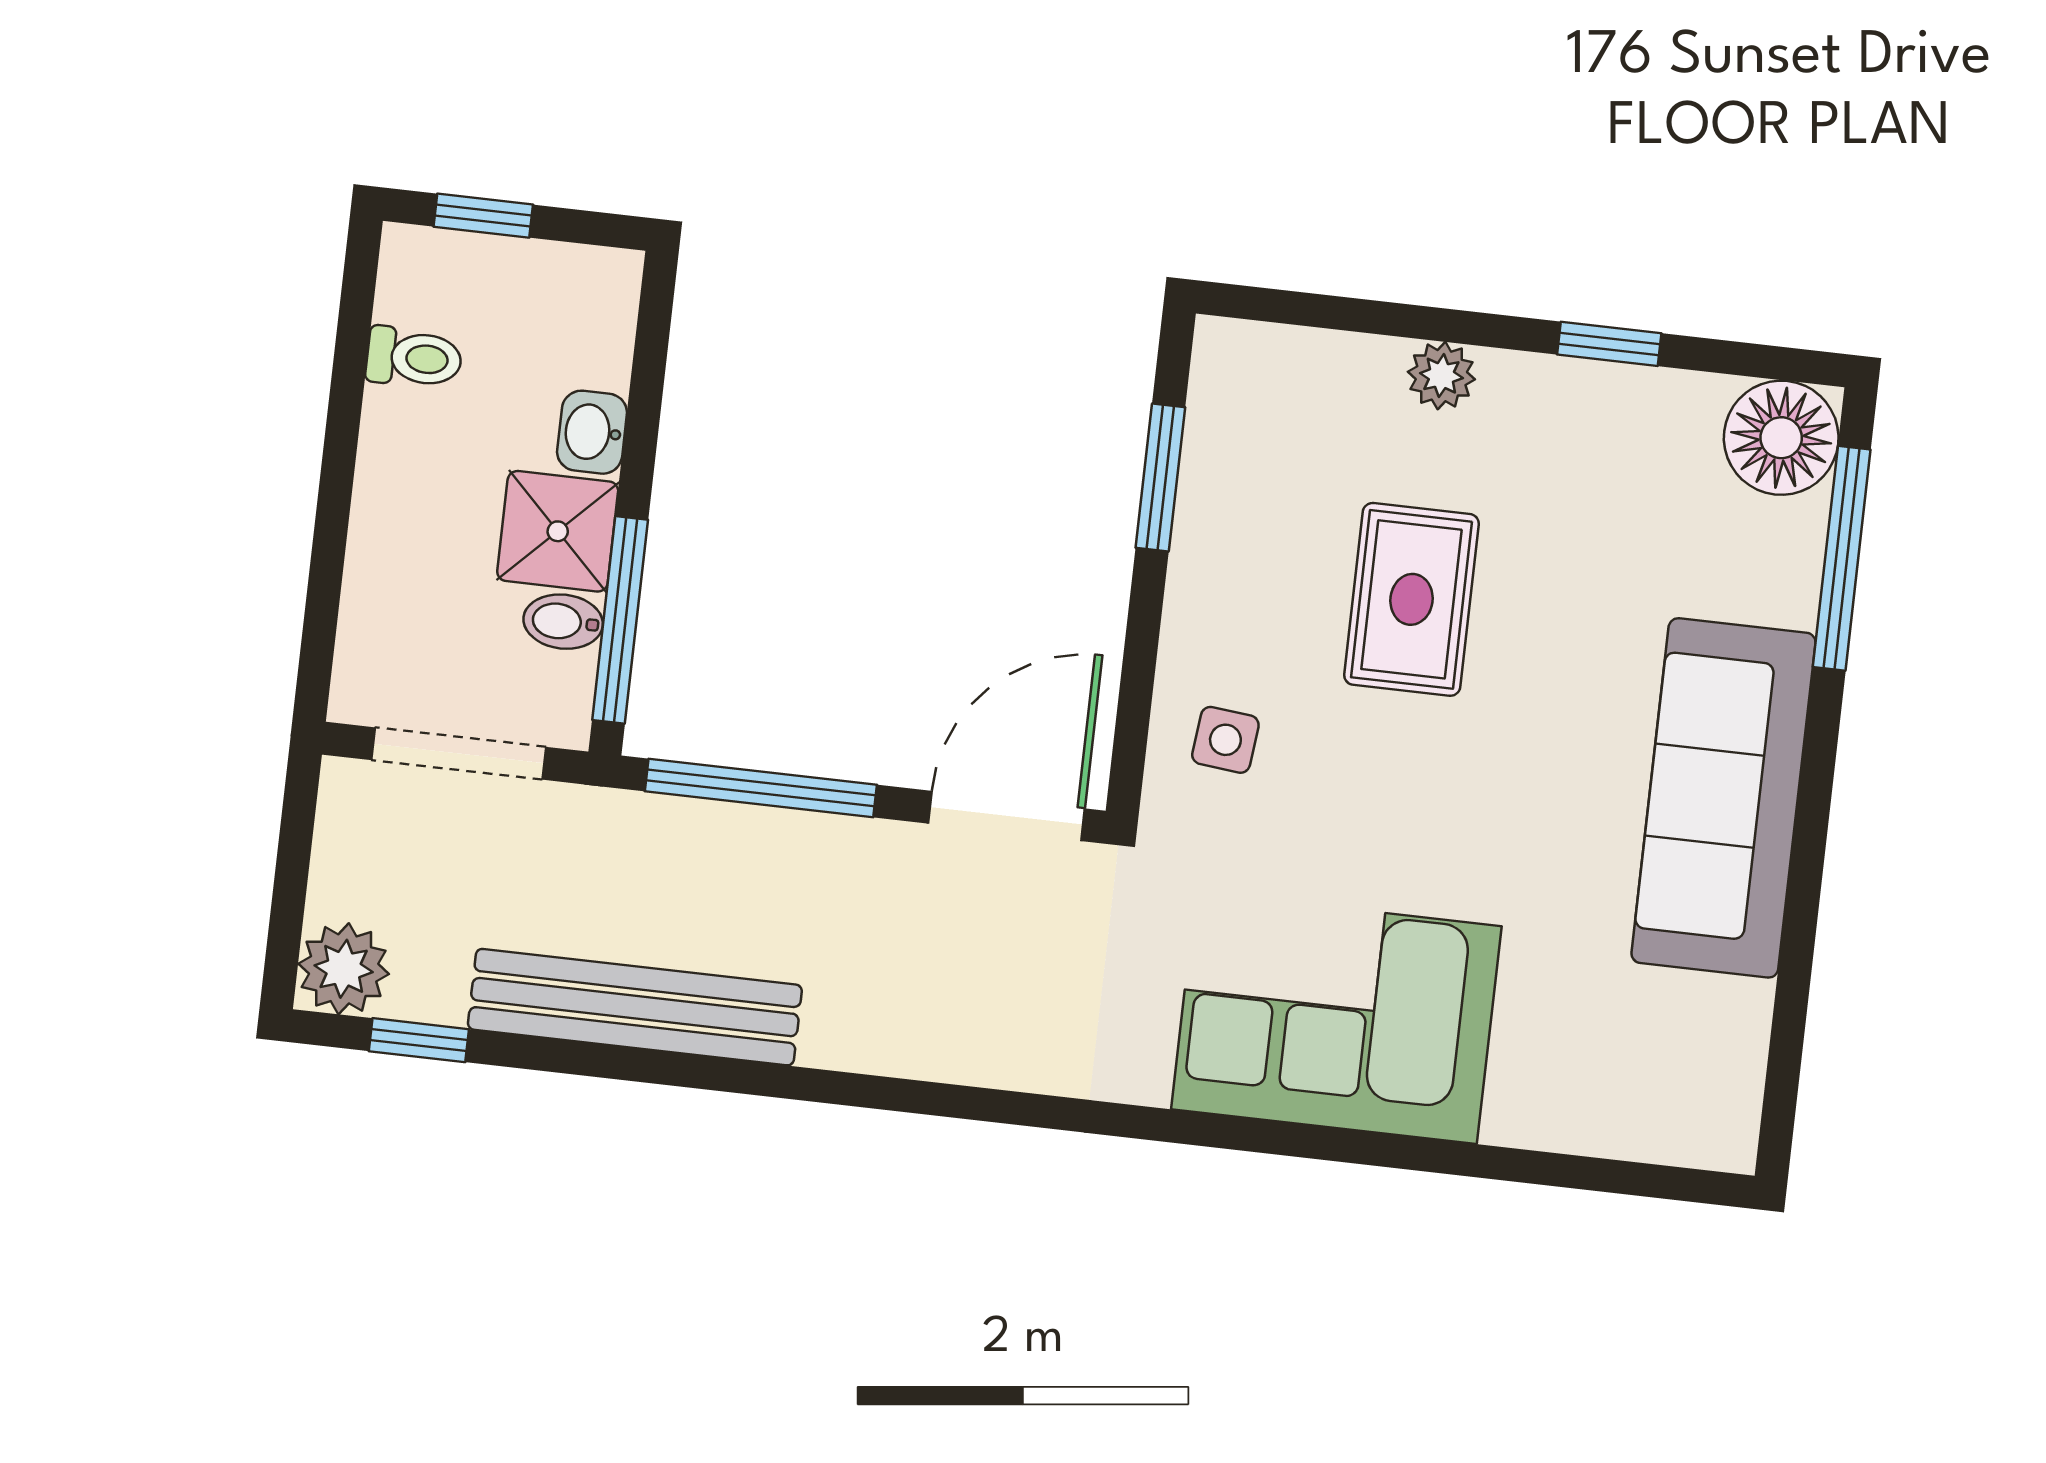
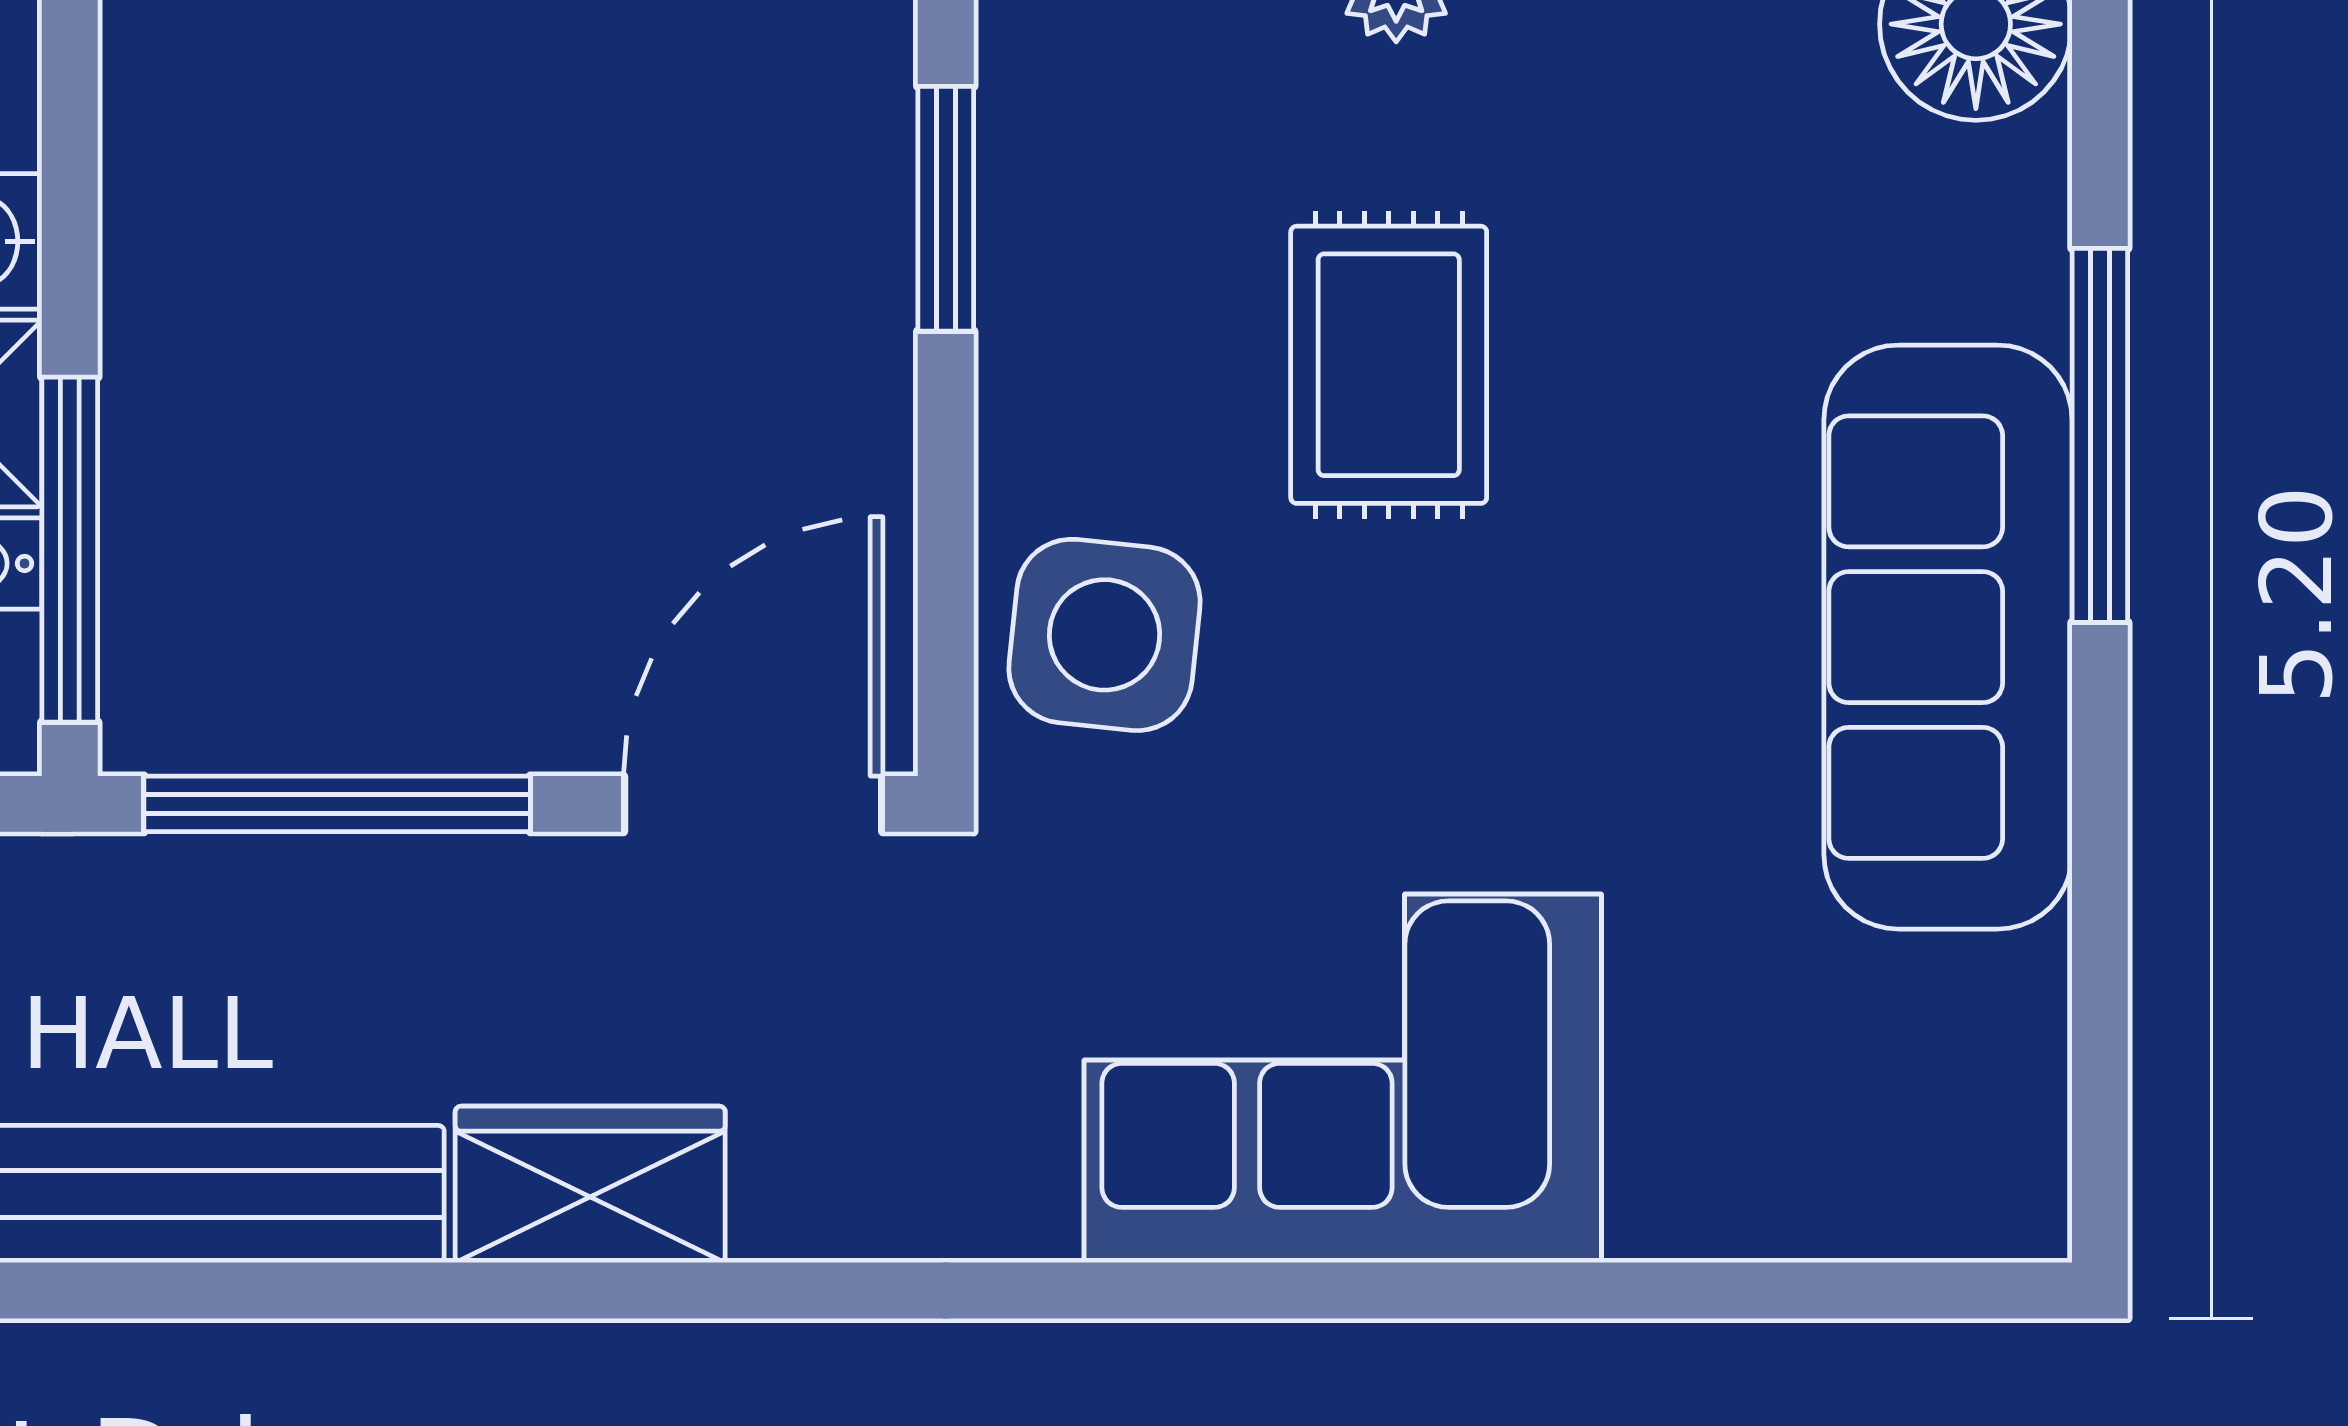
window: (1842, 558) -> (2100, 435), moved
side table: (1225, 740) -> (1104, 635), width x1.87, depth x1.87
wardrobe: (885, 1030) -> (590, 1184), added

